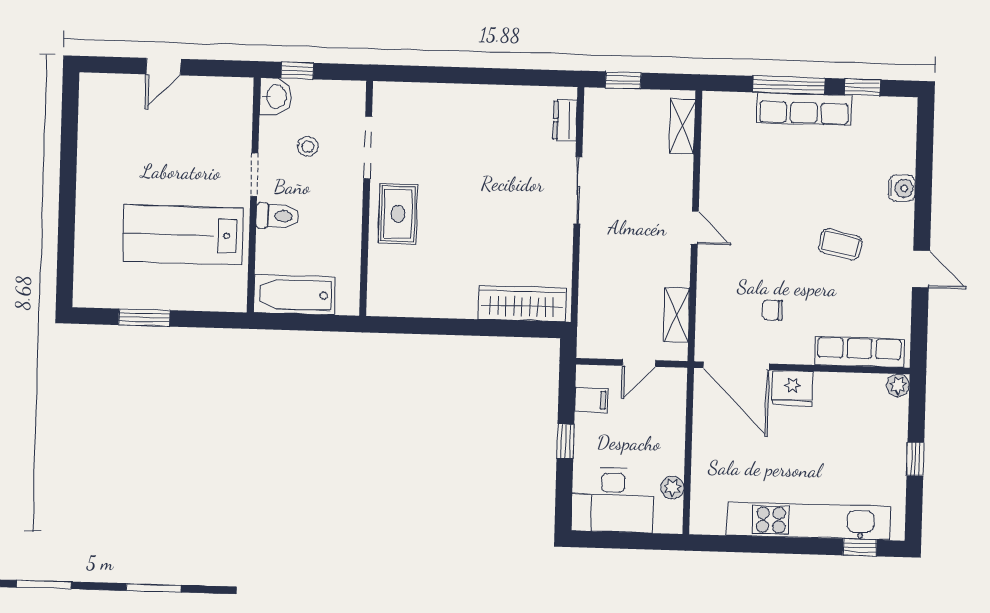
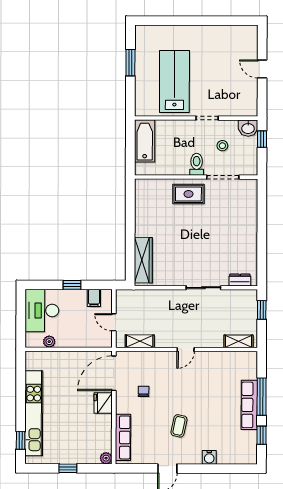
toilet: (277, 216) -> (197, 164), moved, turned 180

